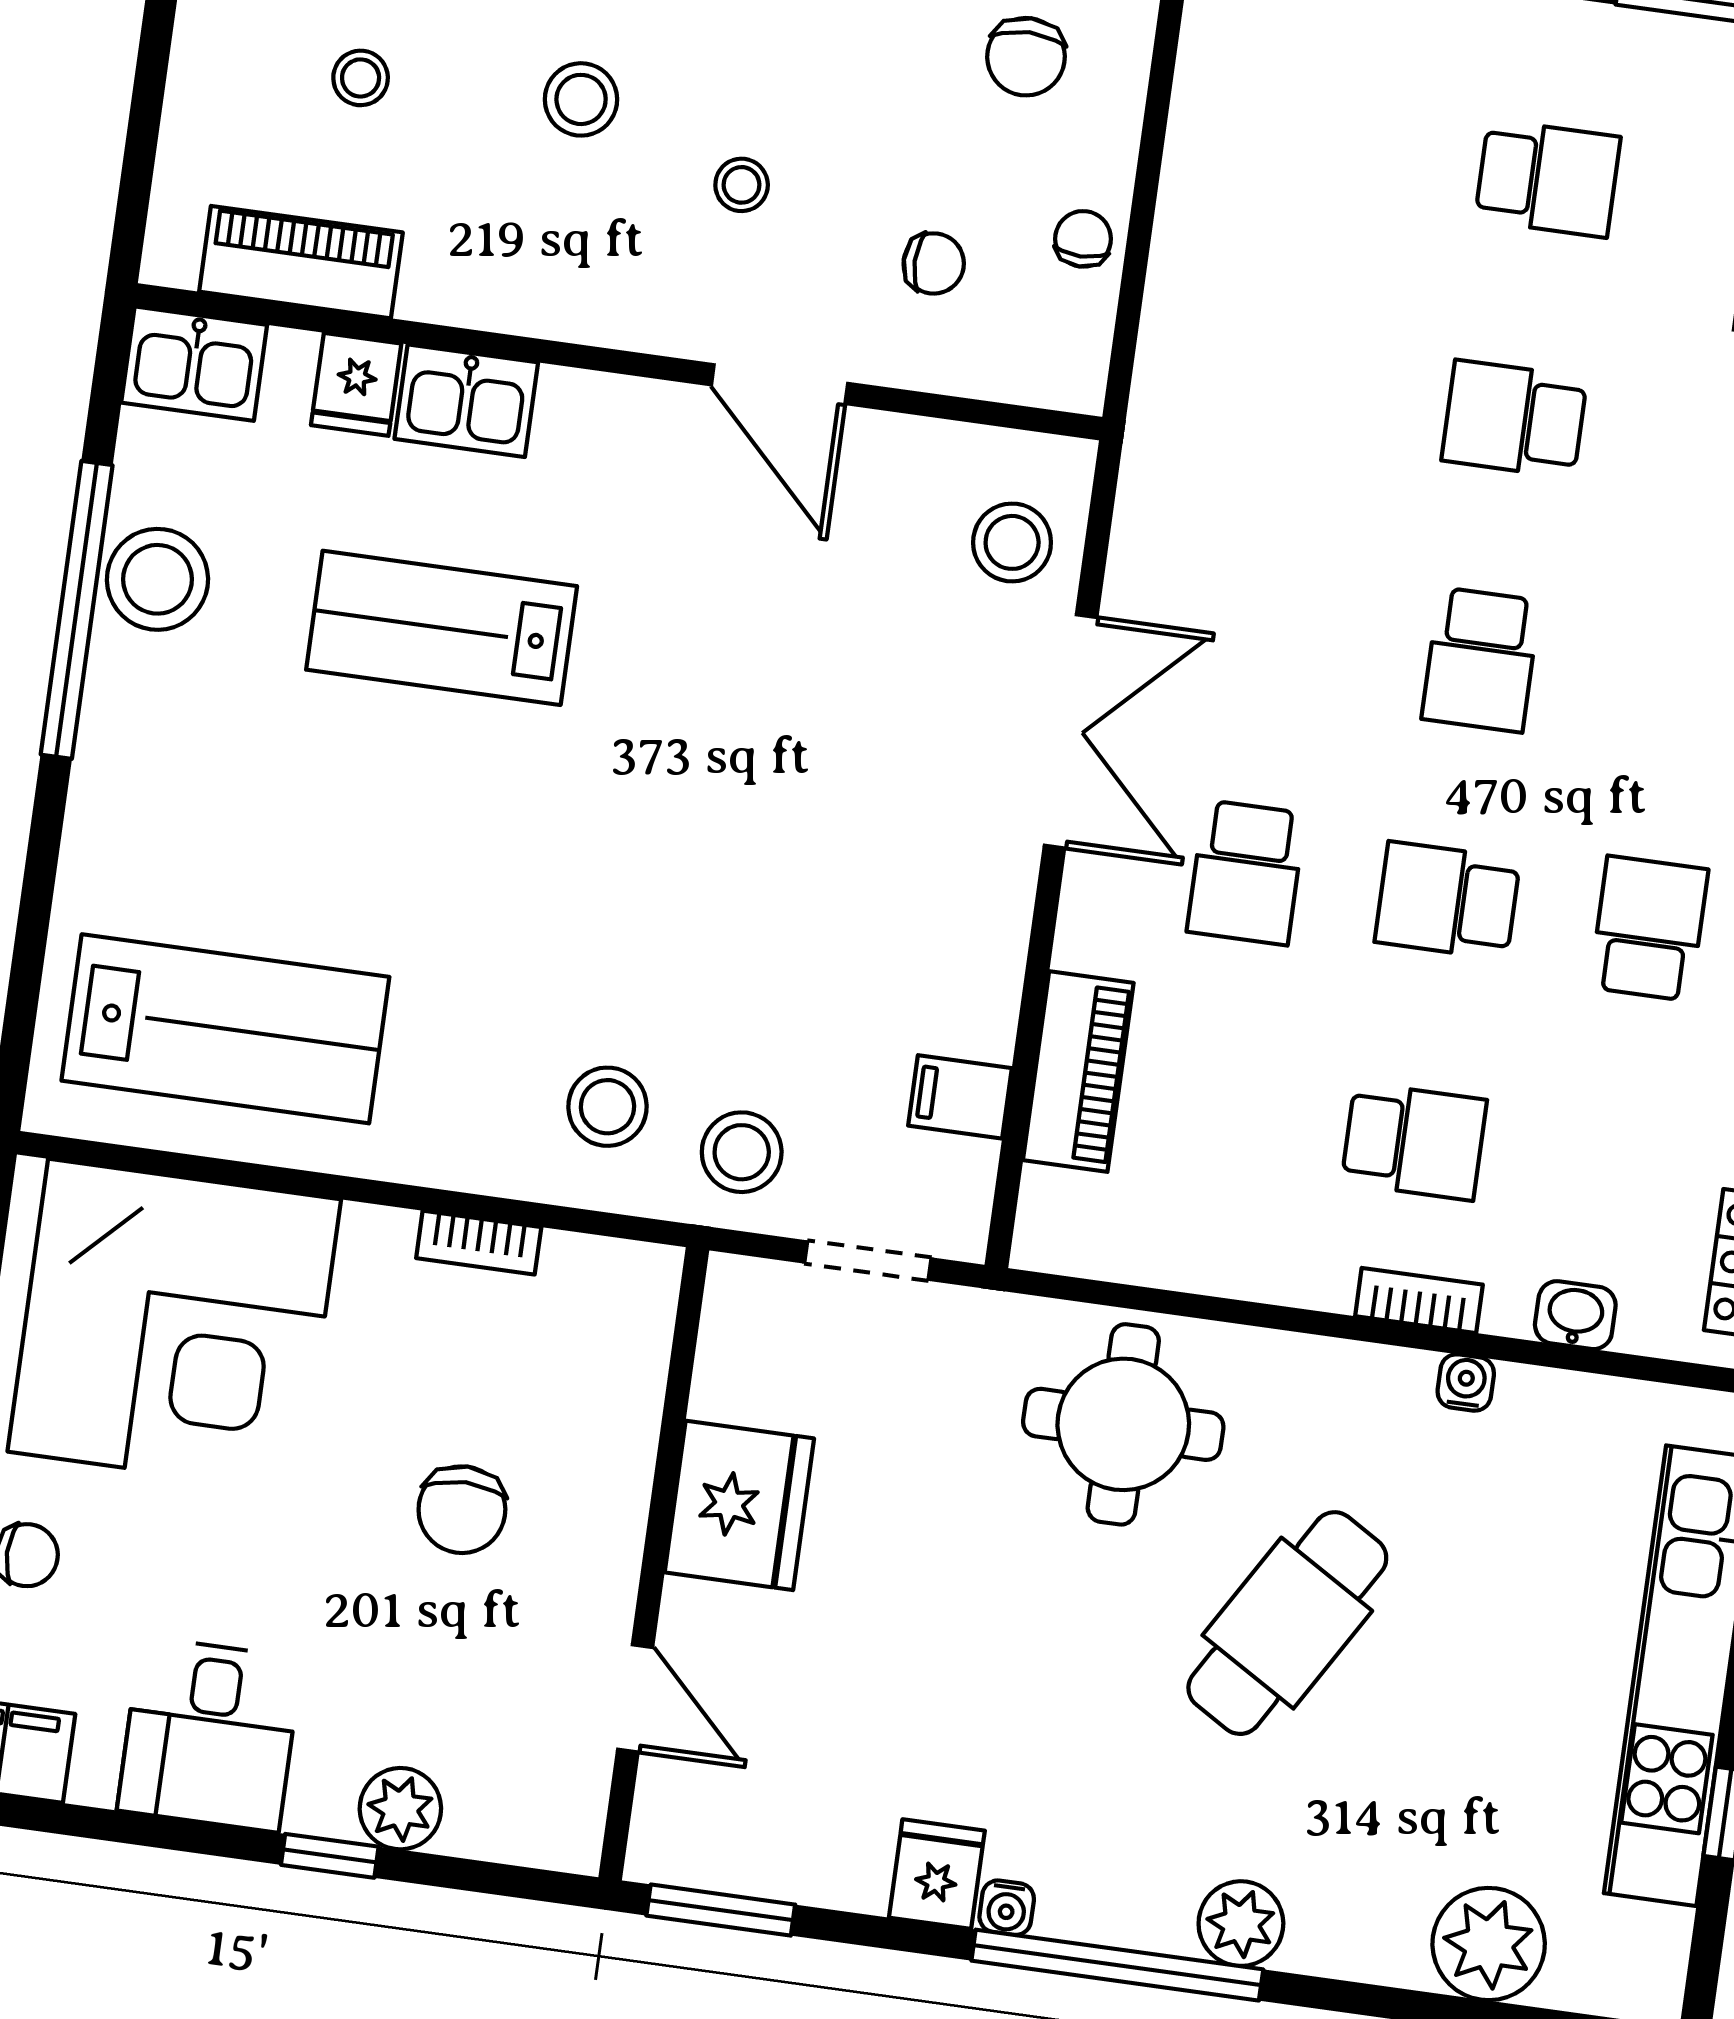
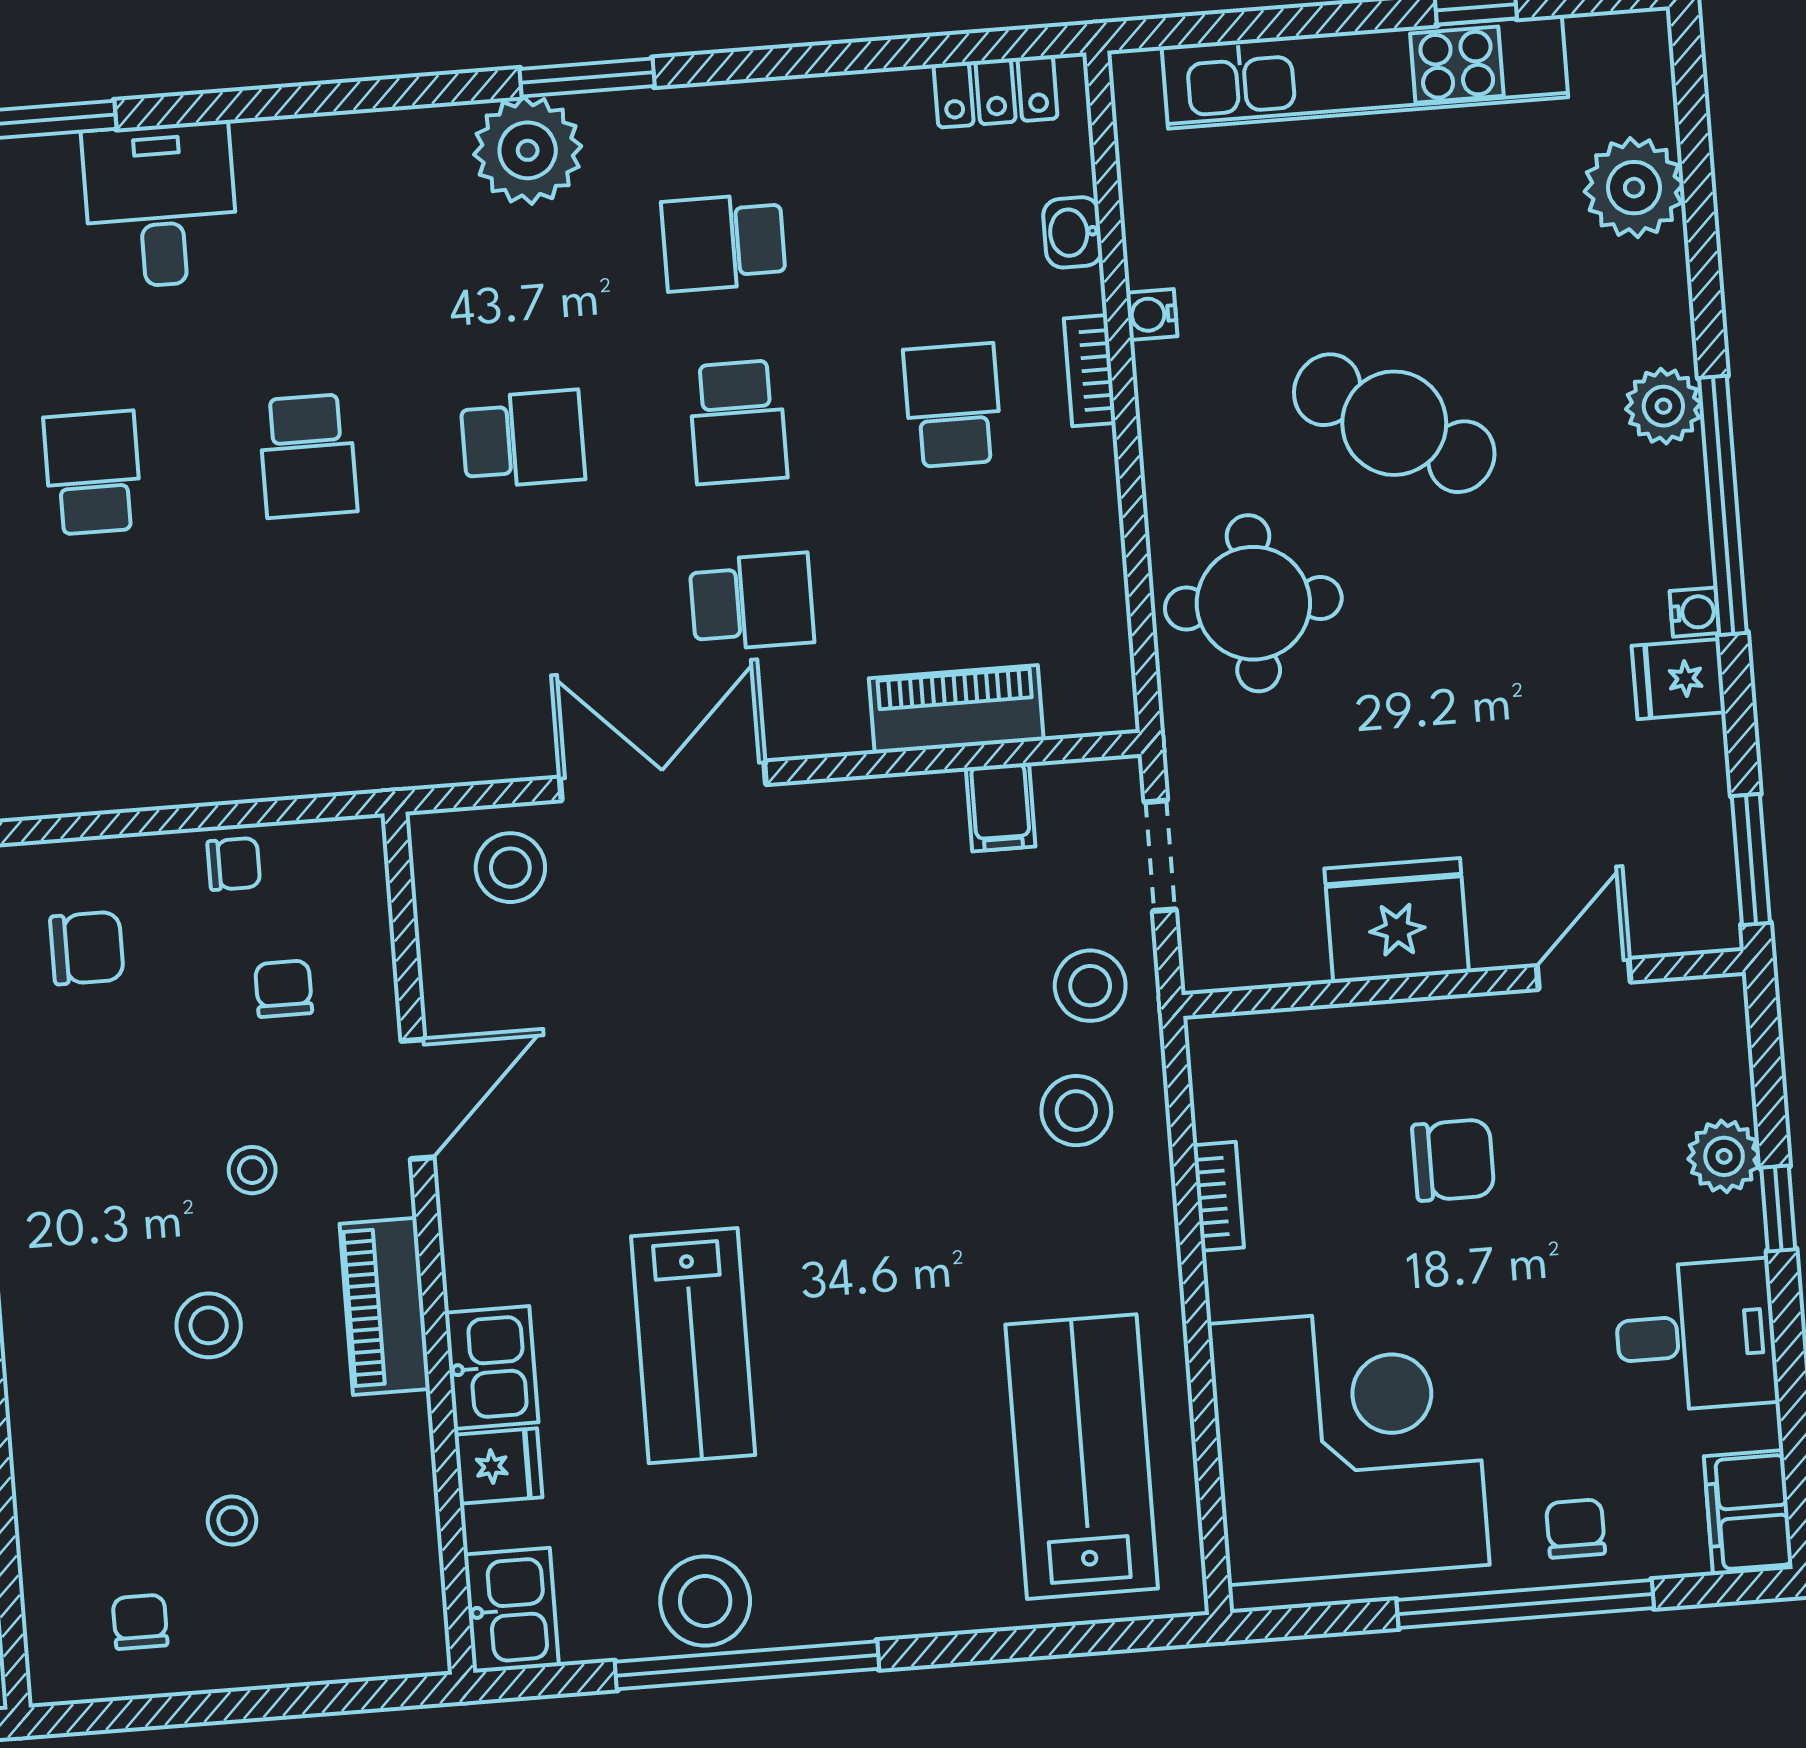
chair: (1083, 239) -> (234, 864), turned 180
piano: (301, 262) -> (385, 1306), moved

